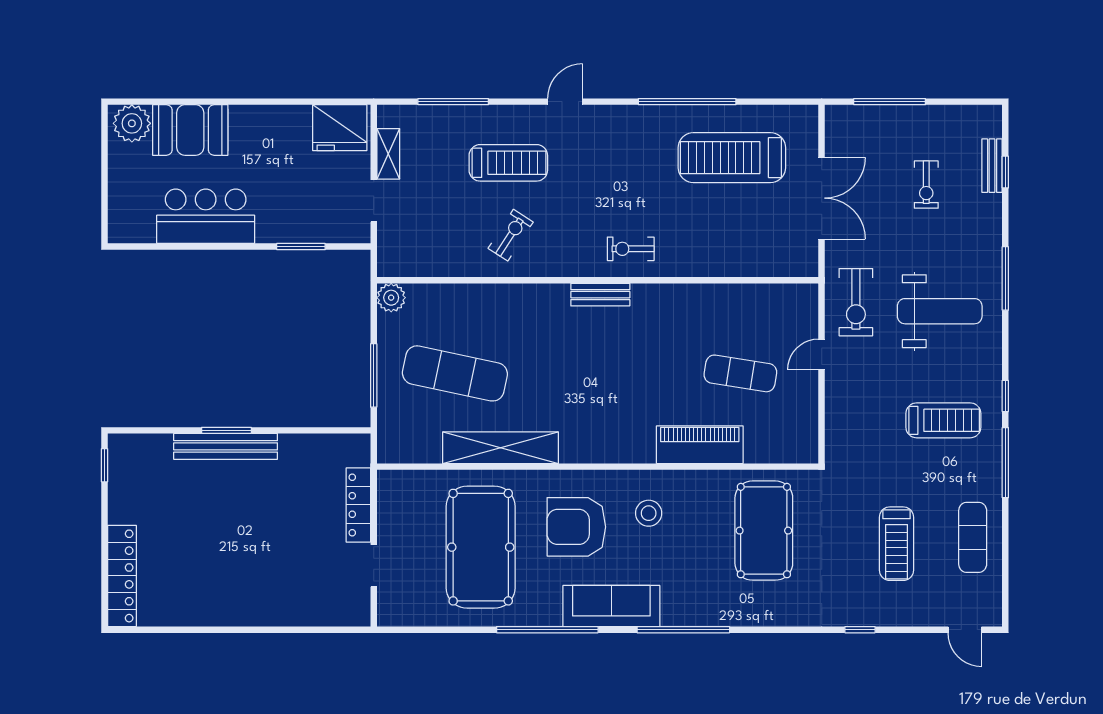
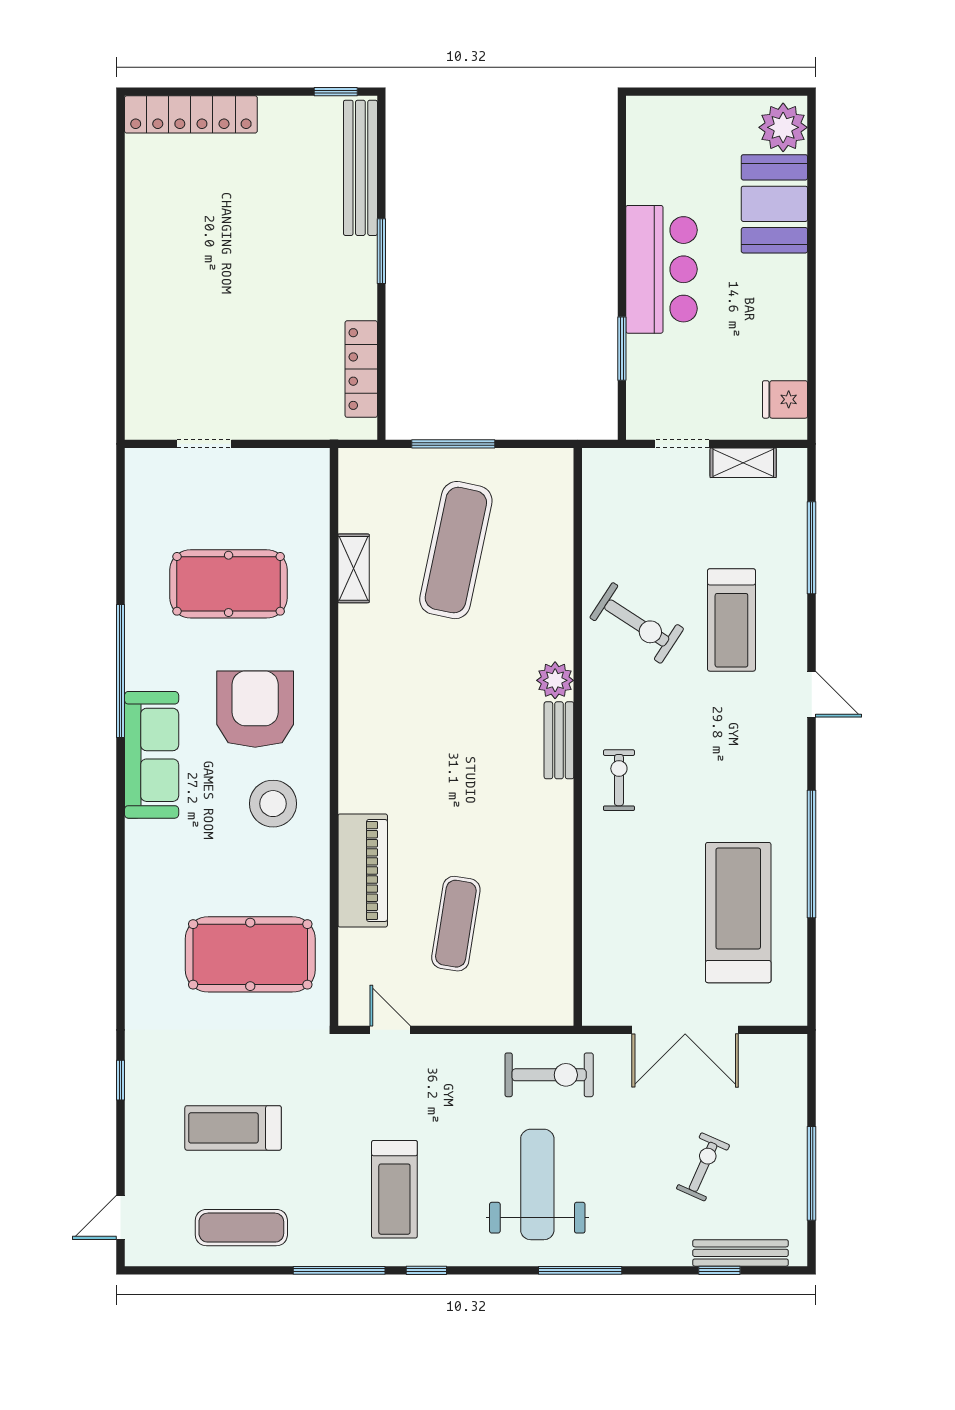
window: (890, 102) -> (812, 1173), moved
fridge: (340, 128) -> (785, 399), width x0.53, depth x0.75
bench: (992, 166) -> (741, 1253), width x1.36
exercise bike: (926, 185) -> (703, 1167), turned 114
bar counter: (206, 216) -> (661, 269), moved
exercise bike: (511, 235) -> (637, 623), width x1.38, depth x1.39
plant: (391, 298) -> (555, 680), moved
exercise bike: (856, 302) -> (549, 1075), turned 180
weight bench: (940, 311) -> (537, 1184), turned 180
door: (822, 355) -> (390, 1030), moved
bench: (226, 446) -> (360, 168), moved
shelving: (500, 448) -> (354, 568), width x0.45, depth x0.75
locker: (358, 505) -> (361, 369), moved, turned -90
stool: (649, 513) -> (273, 804), width x1.38, depth x1.38
pool table: (481, 547) -> (229, 584), width x0.73, depth x0.76
window: (683, 630) -> (121, 849), removed

